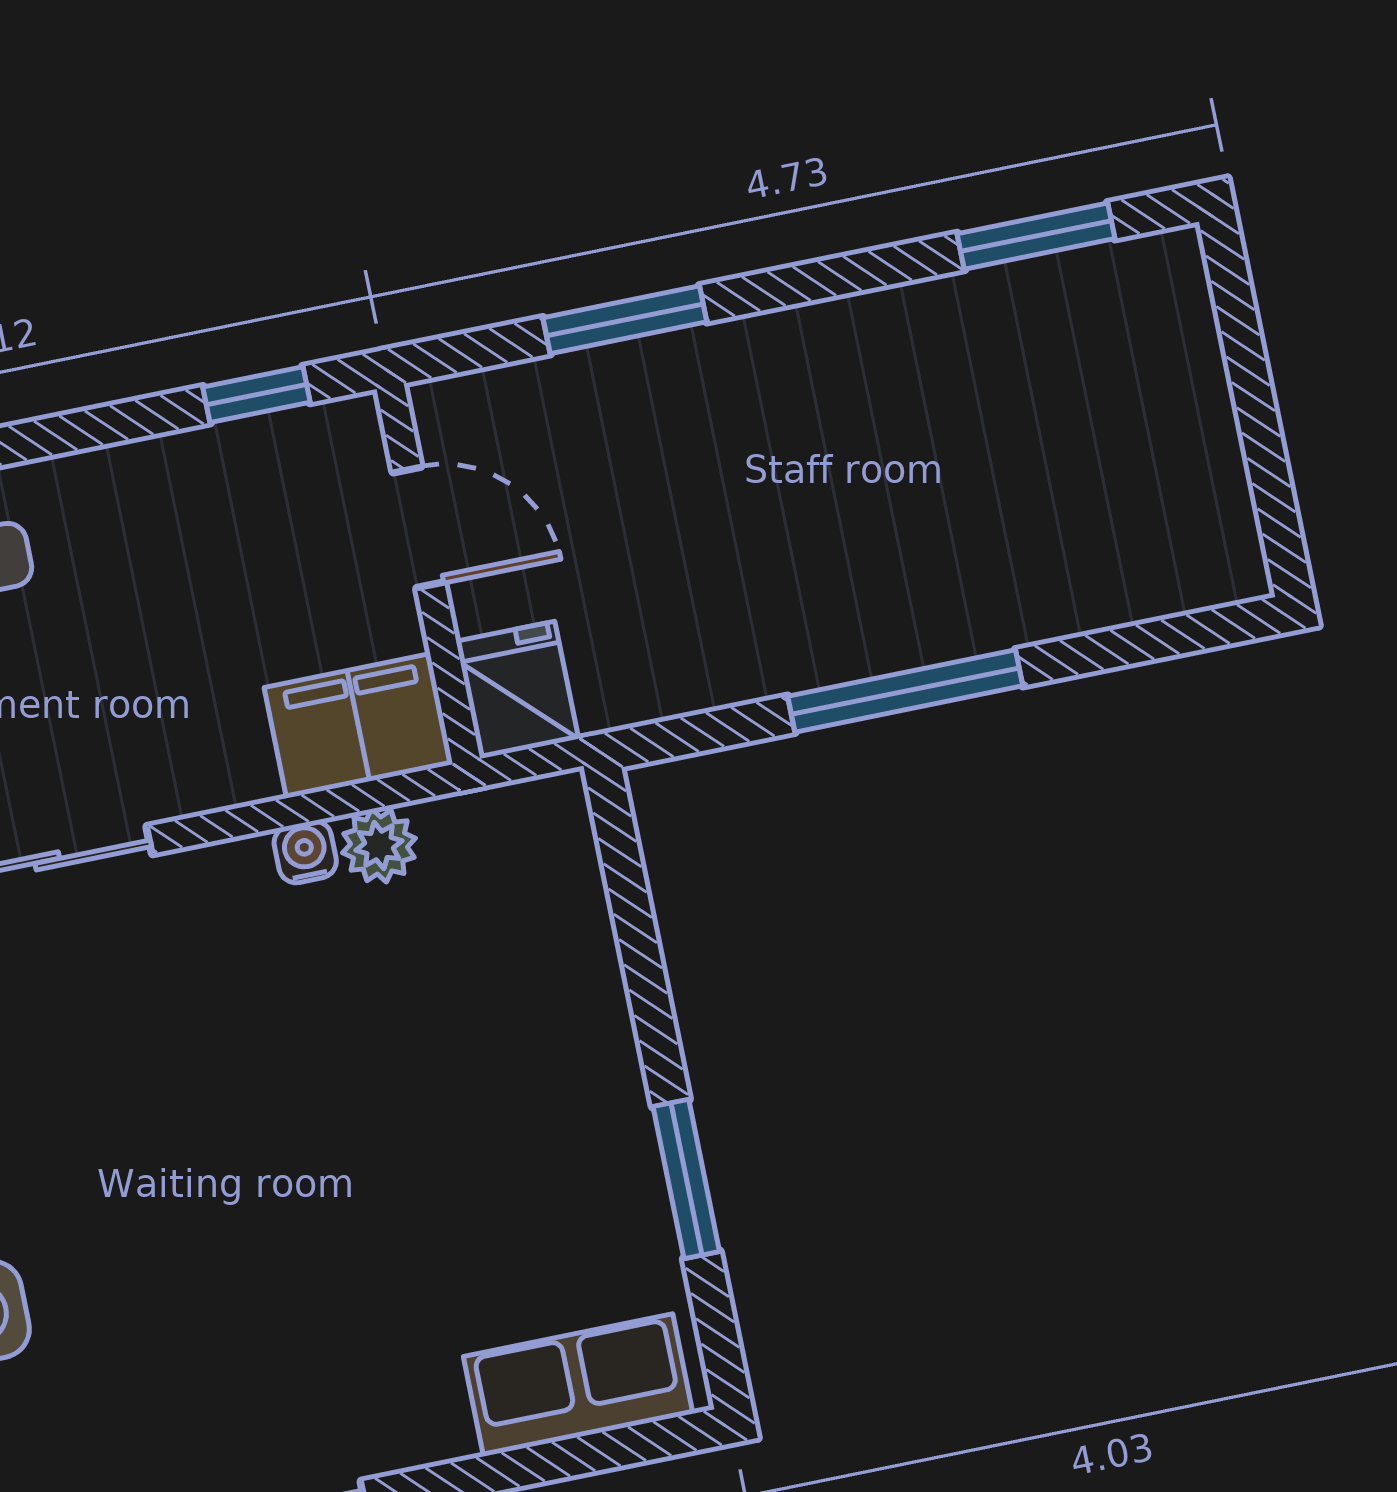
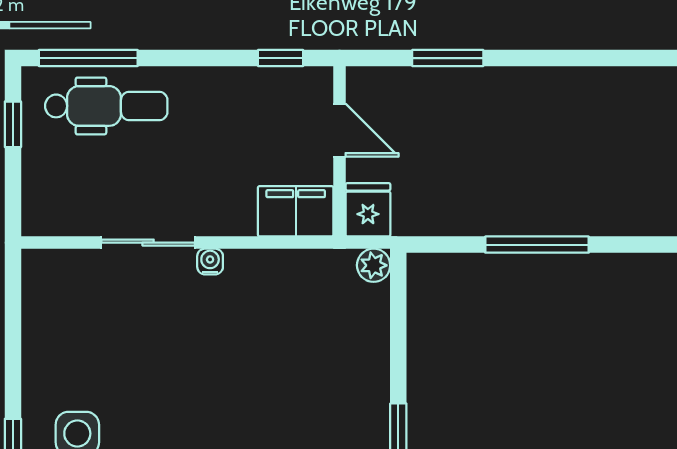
window: (1036, 236) -> (634, 58), removed
plant: (379, 846) -> (374, 265), moved
water cooler: (305, 852) -> (210, 262), moved

